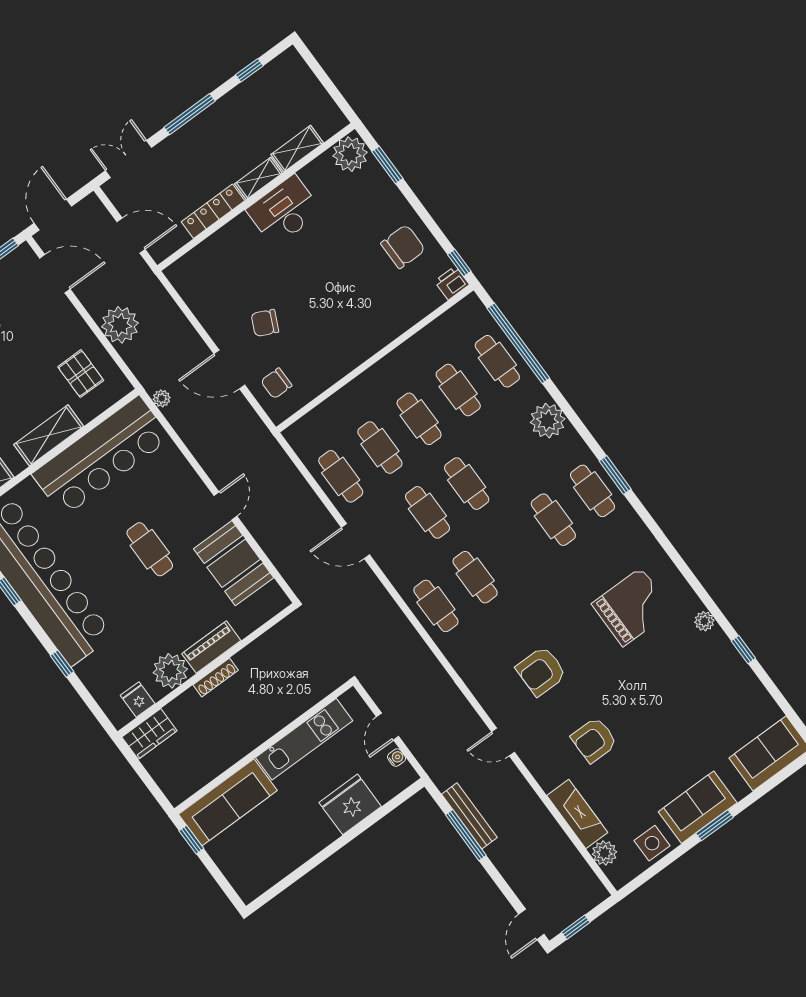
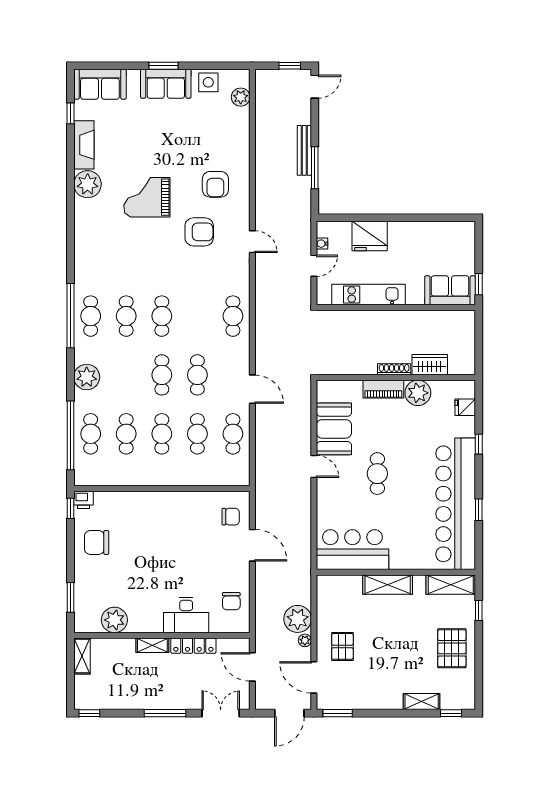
window: (249, 70) -> (89, 713), moved
shelving: (297, 149) -> (82, 656), moved, turned 90
plant: (350, 154) -> (114, 620), moved
double door: (129, 159) -> (221, 713), swing flipped
desk: (284, 211) -> (186, 615), moved
chair: (265, 323) -> (231, 601), moved, turned 65
pallet: (81, 374) -> (342, 646), moved
plant: (162, 398) -> (305, 640), moved
bar counter: (101, 456) -> (352, 550), width x0.73
window: (615, 475) -> (70, 316), width x2.11
door: (225, 506) -> (314, 466), swing flipped
cafe table: (475, 577) -> (162, 316), moved
grand piano: (632, 607) -> (147, 197), moved
plant: (704, 621) -> (88, 184), width x1.88, depth x1.88
window: (743, 650) -> (70, 113), moved
fridge: (138, 699) -> (465, 407), moved, turned 90
wardrobe: (149, 734) -> (430, 365), moved
armchair: (594, 740) -> (215, 184), moved, turned 90
door: (503, 742) -> (252, 242), moved
sofa: (228, 802) -> (450, 290), width x0.73
fireplace: (577, 814) -> (84, 145), moved, turned 180
bench: (469, 816) -> (304, 150), moved

